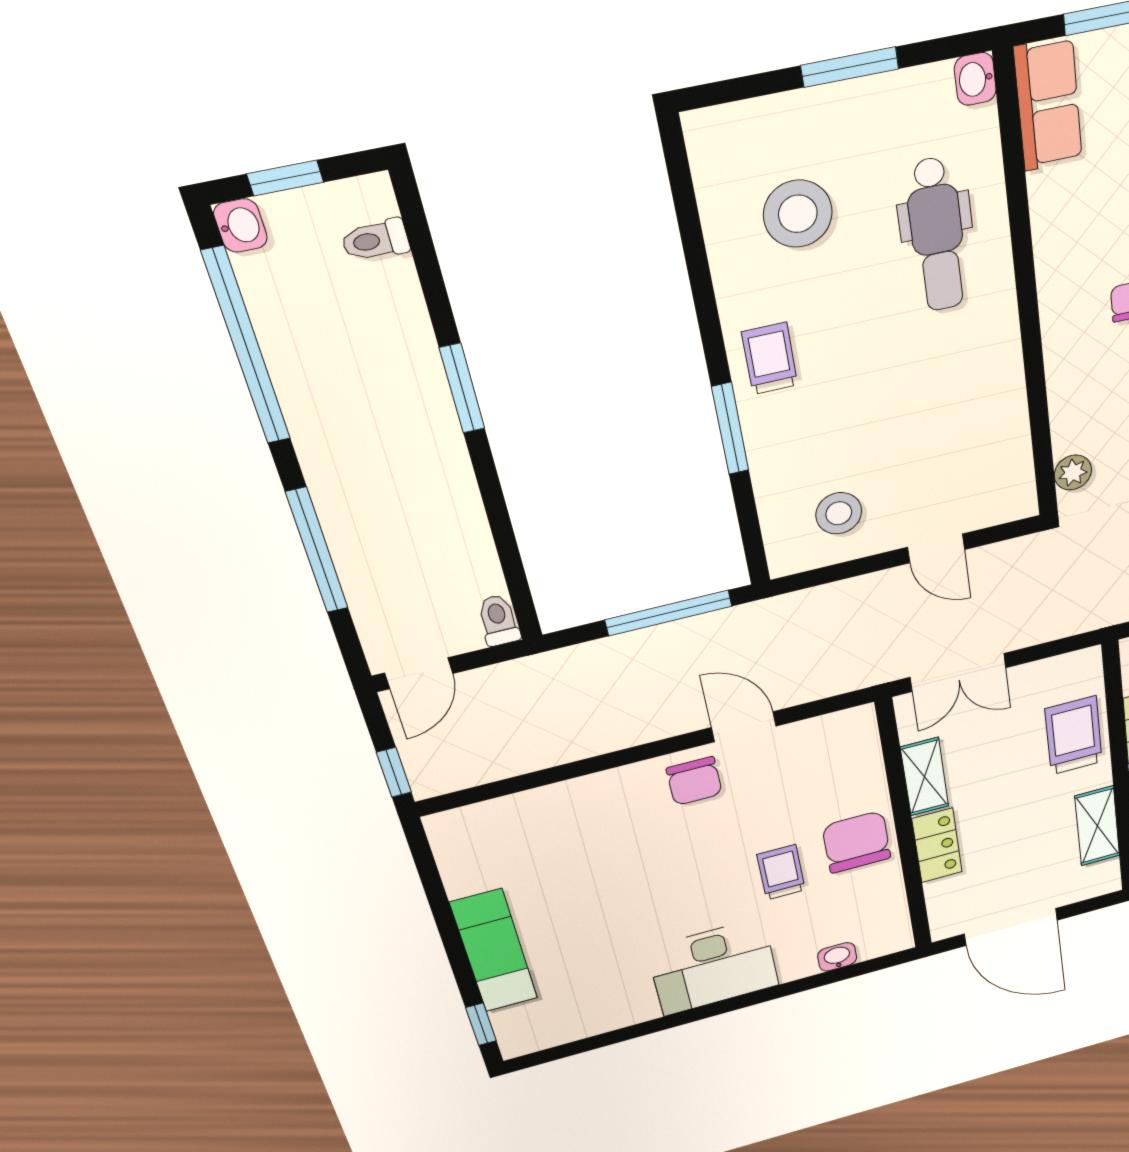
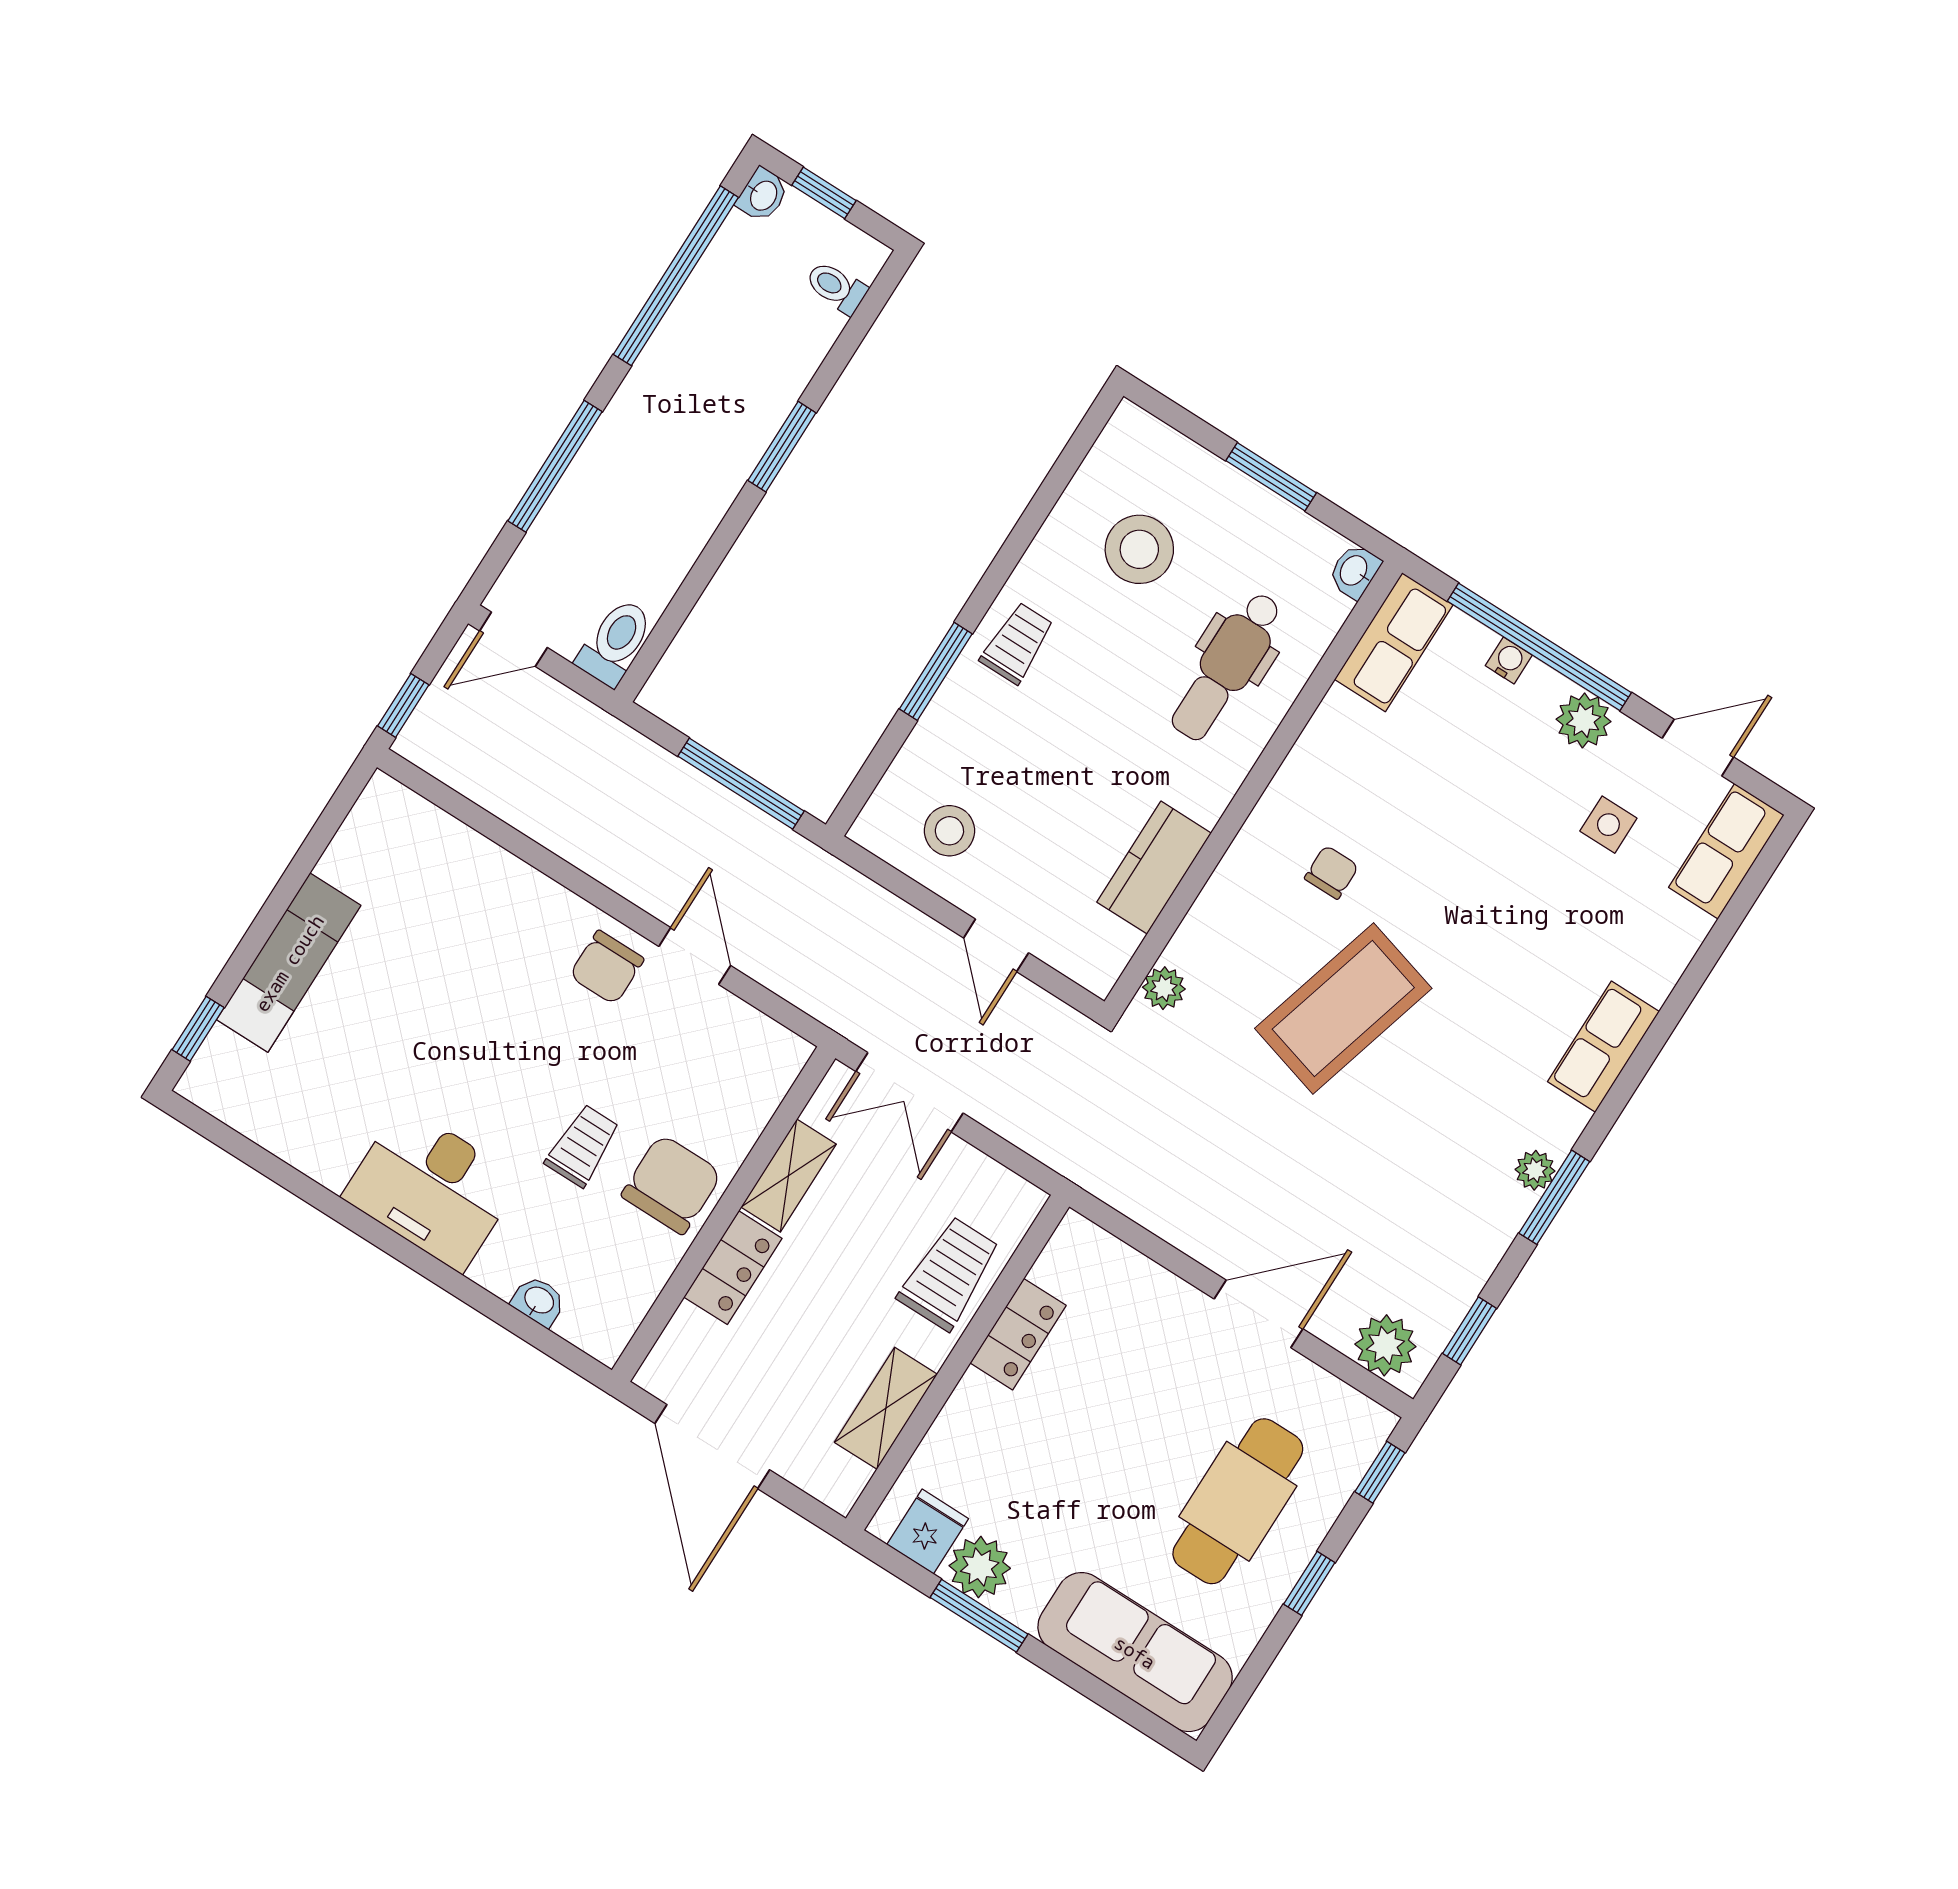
kitchen counter: (1002, 409) -> (1154, 868), added
toilet: (498, 620) -> (615, 642), width x1.37, depth x1.39

